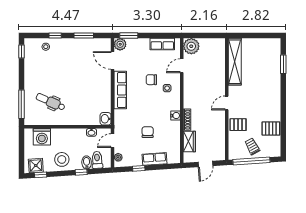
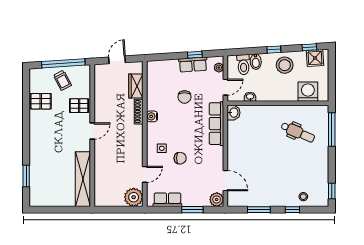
window: (129, 36) -> (192, 210), moved
row of seats: (120, 90) -> (216, 124), moved
row of seats: (154, 159) -> (193, 65), moved
window: (81, 172) -> (274, 50), moved

